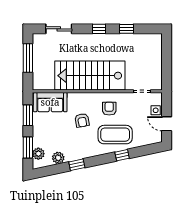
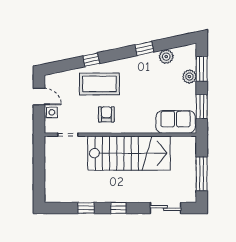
armchair: (109, 109) -> (106, 114), turned 180
armchair: (82, 120) -> (138, 101), removed
plant: (38, 154) -> (189, 77), moved

